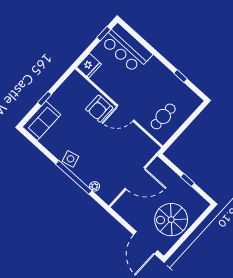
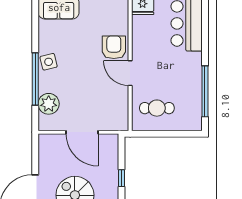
window: (180, 76) -> (205, 91), width x3.17
armchair: (99, 109) -> (114, 47), turned 90
plant: (95, 186) -> (49, 104), width x1.88, depth x1.88

